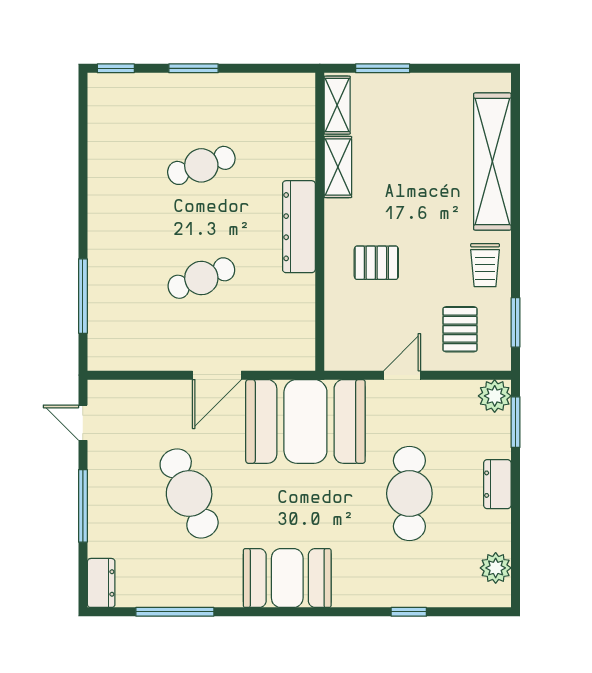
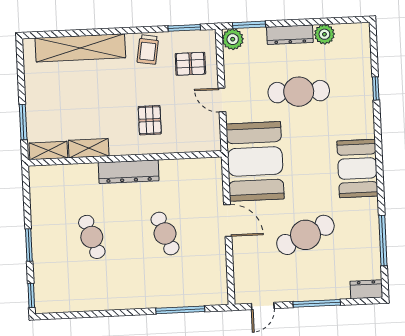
trolley: (485, 265) -> (148, 49), turned 99
dresser: (497, 484) -> (290, 35), width x1.44
plant: (496, 568) -> (324, 34), moved

